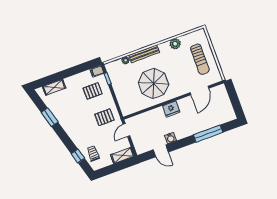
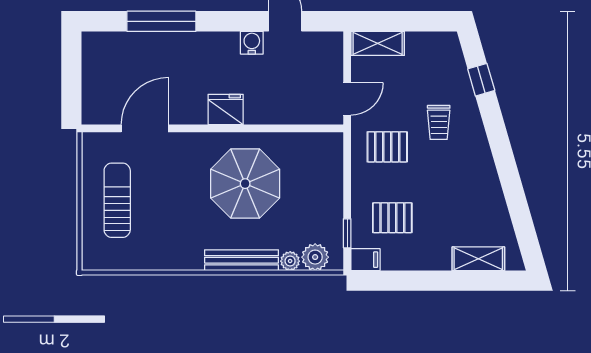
plant: (175, 44) -> (315, 257), moved
window: (50, 117) -> (514, 193), removed
trolley: (93, 153) -> (439, 122), moved

